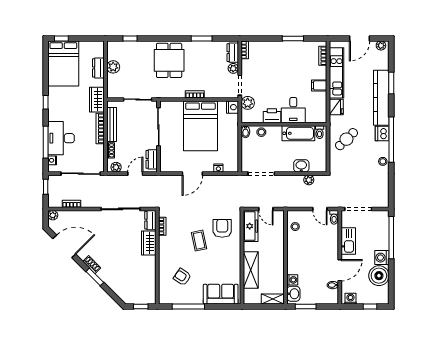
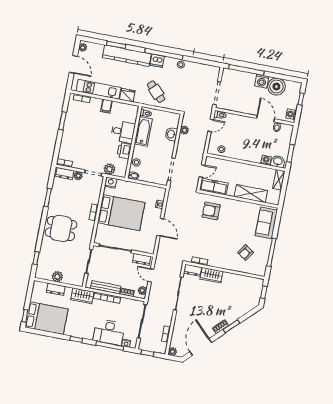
coffee table: (199, 241) -> (218, 232), removed
kitchen sink: (348, 241) -> (242, 107), removed

